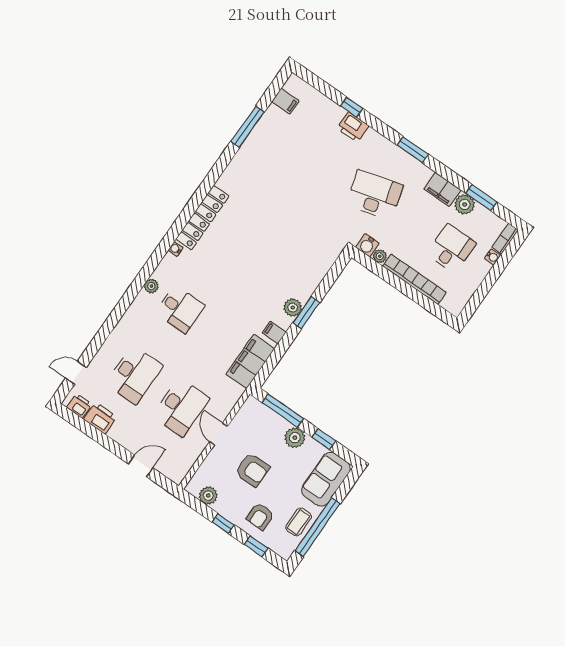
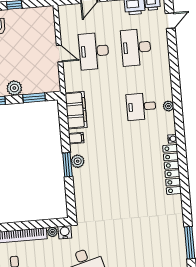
window: (283, 411) -> (34, 98), width x0.69
armchair: (252, 470) -> (23, 49), removed
plant: (208, 496) -> (36, 14), removed

